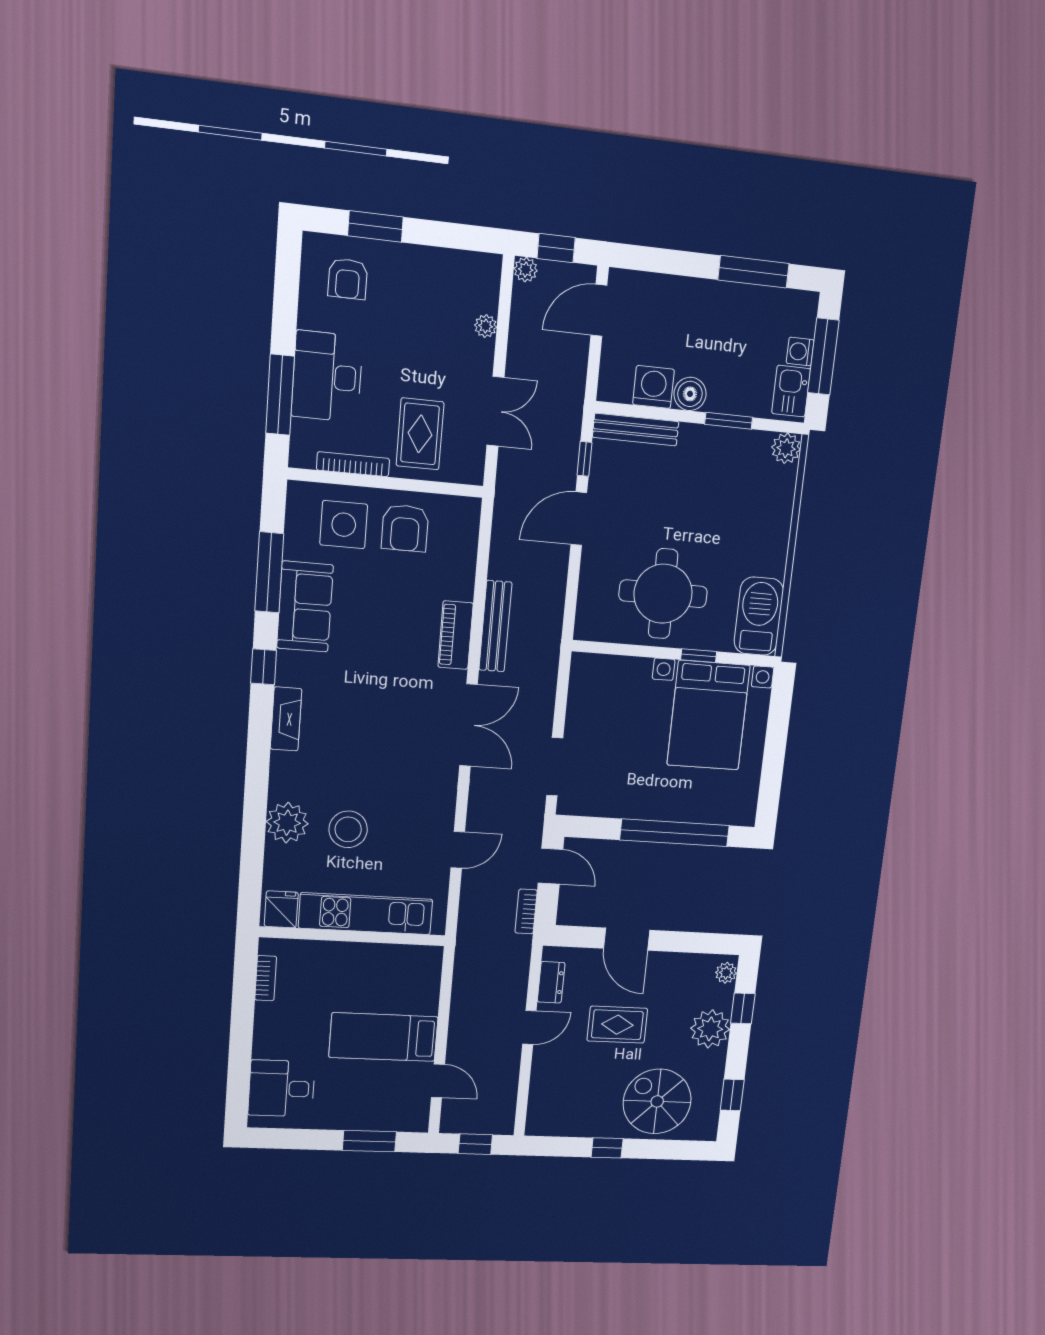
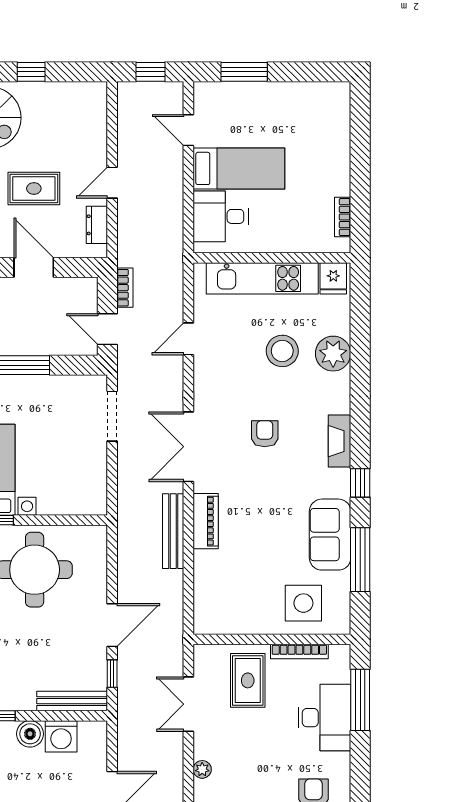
armchair: (405, 528) -> (265, 434), moved, width x0.72, depth x0.72
desk: (282, 1088) -> (221, 216), moved, turned 180

